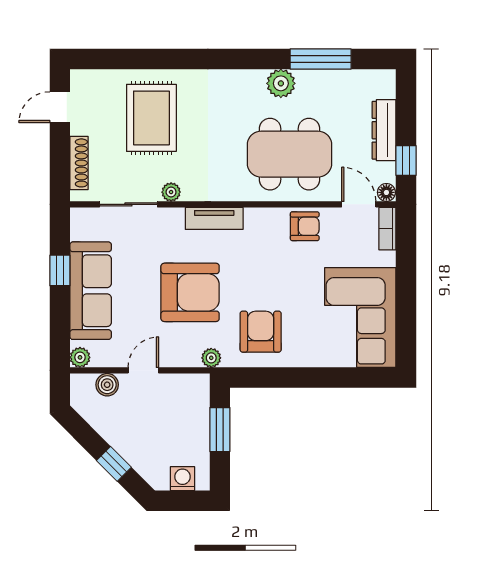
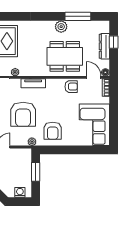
window: (406, 160) -> (114, 42), moved
armchair: (190, 292) -> (23, 114), turned 90
armchair: (261, 332) -> (53, 131), turned 180

